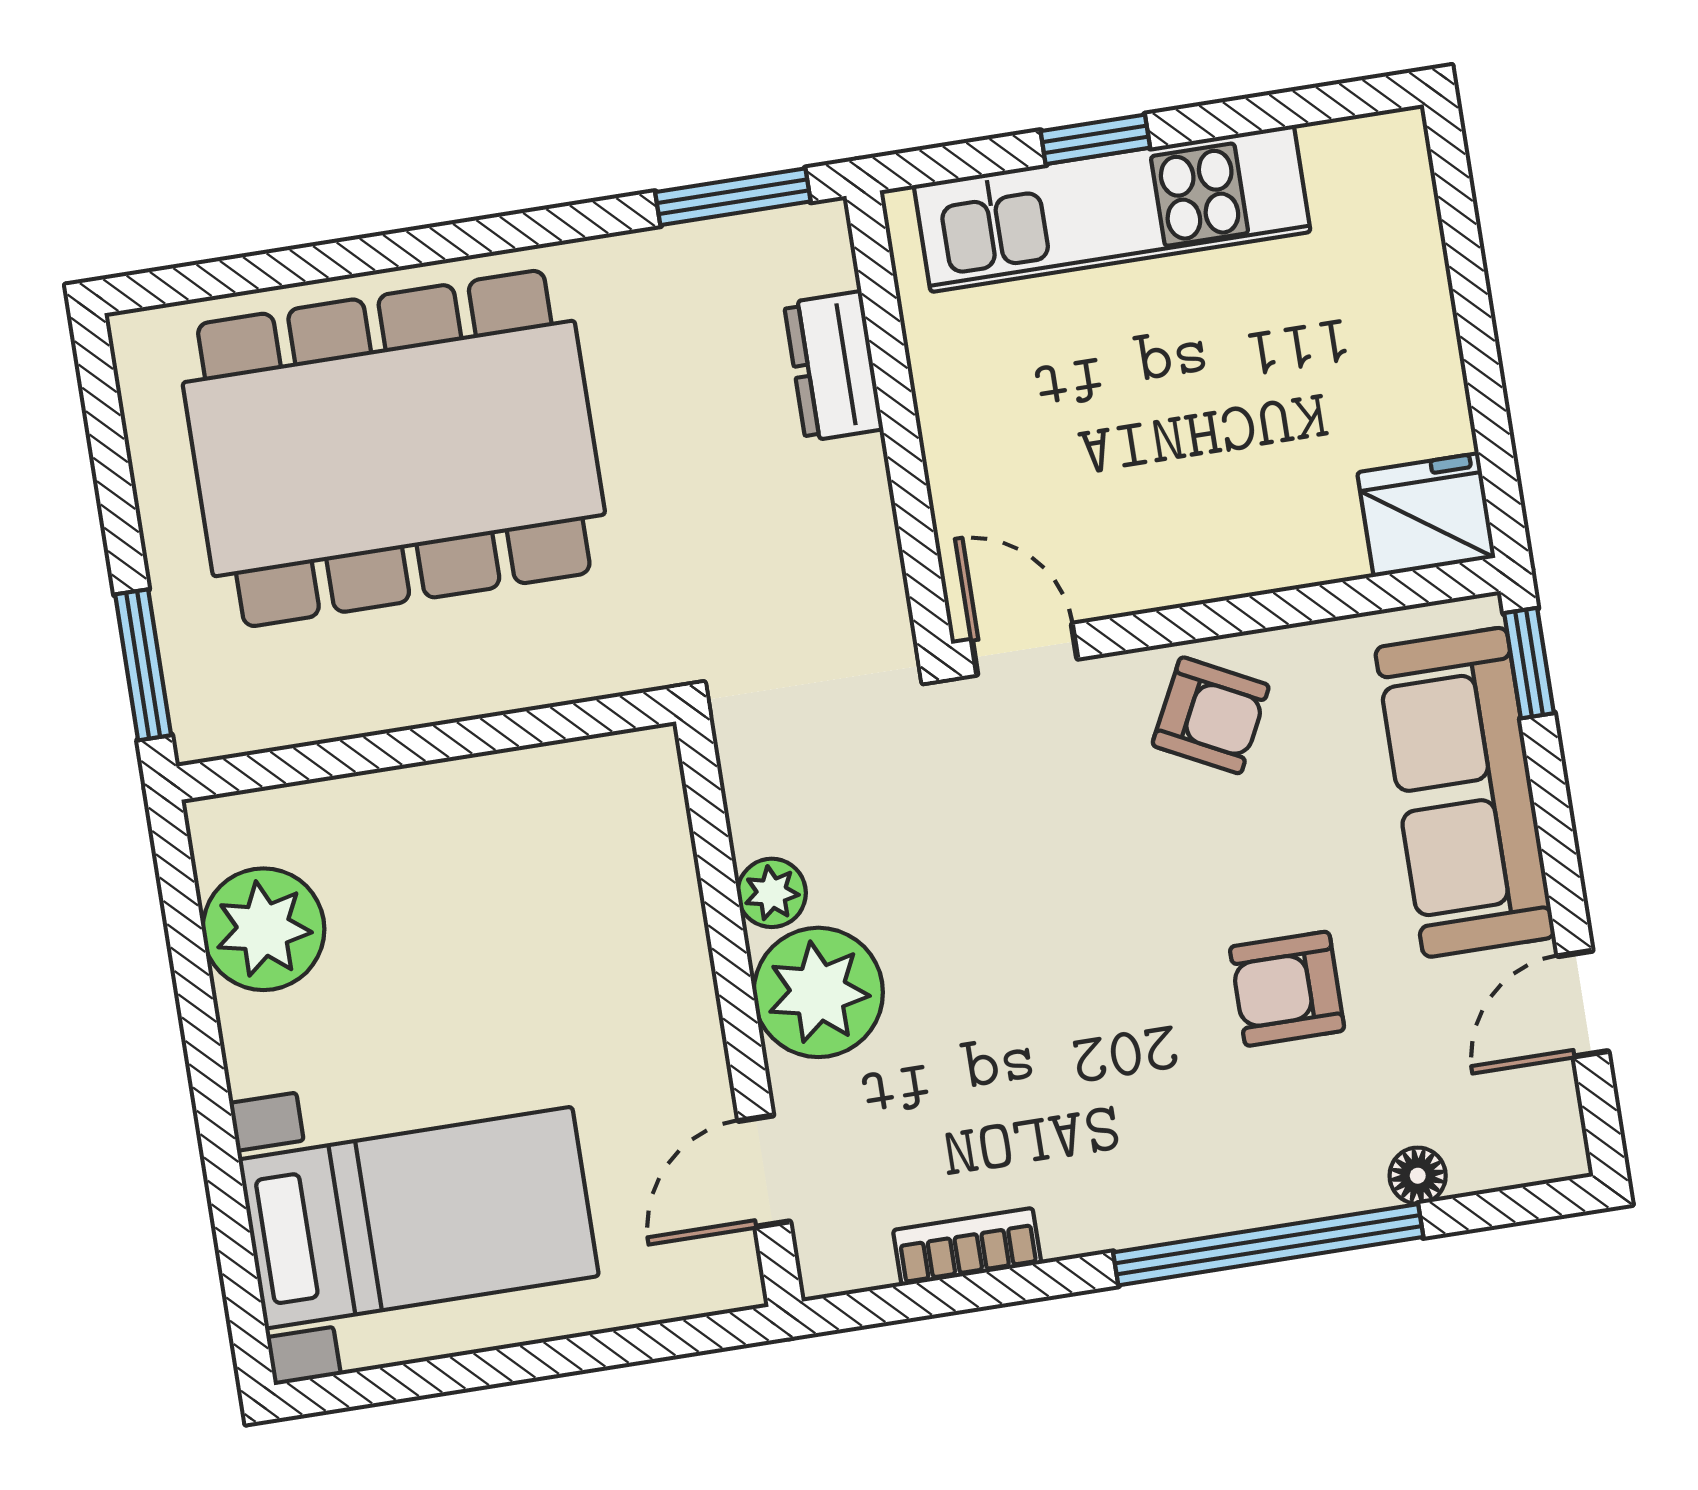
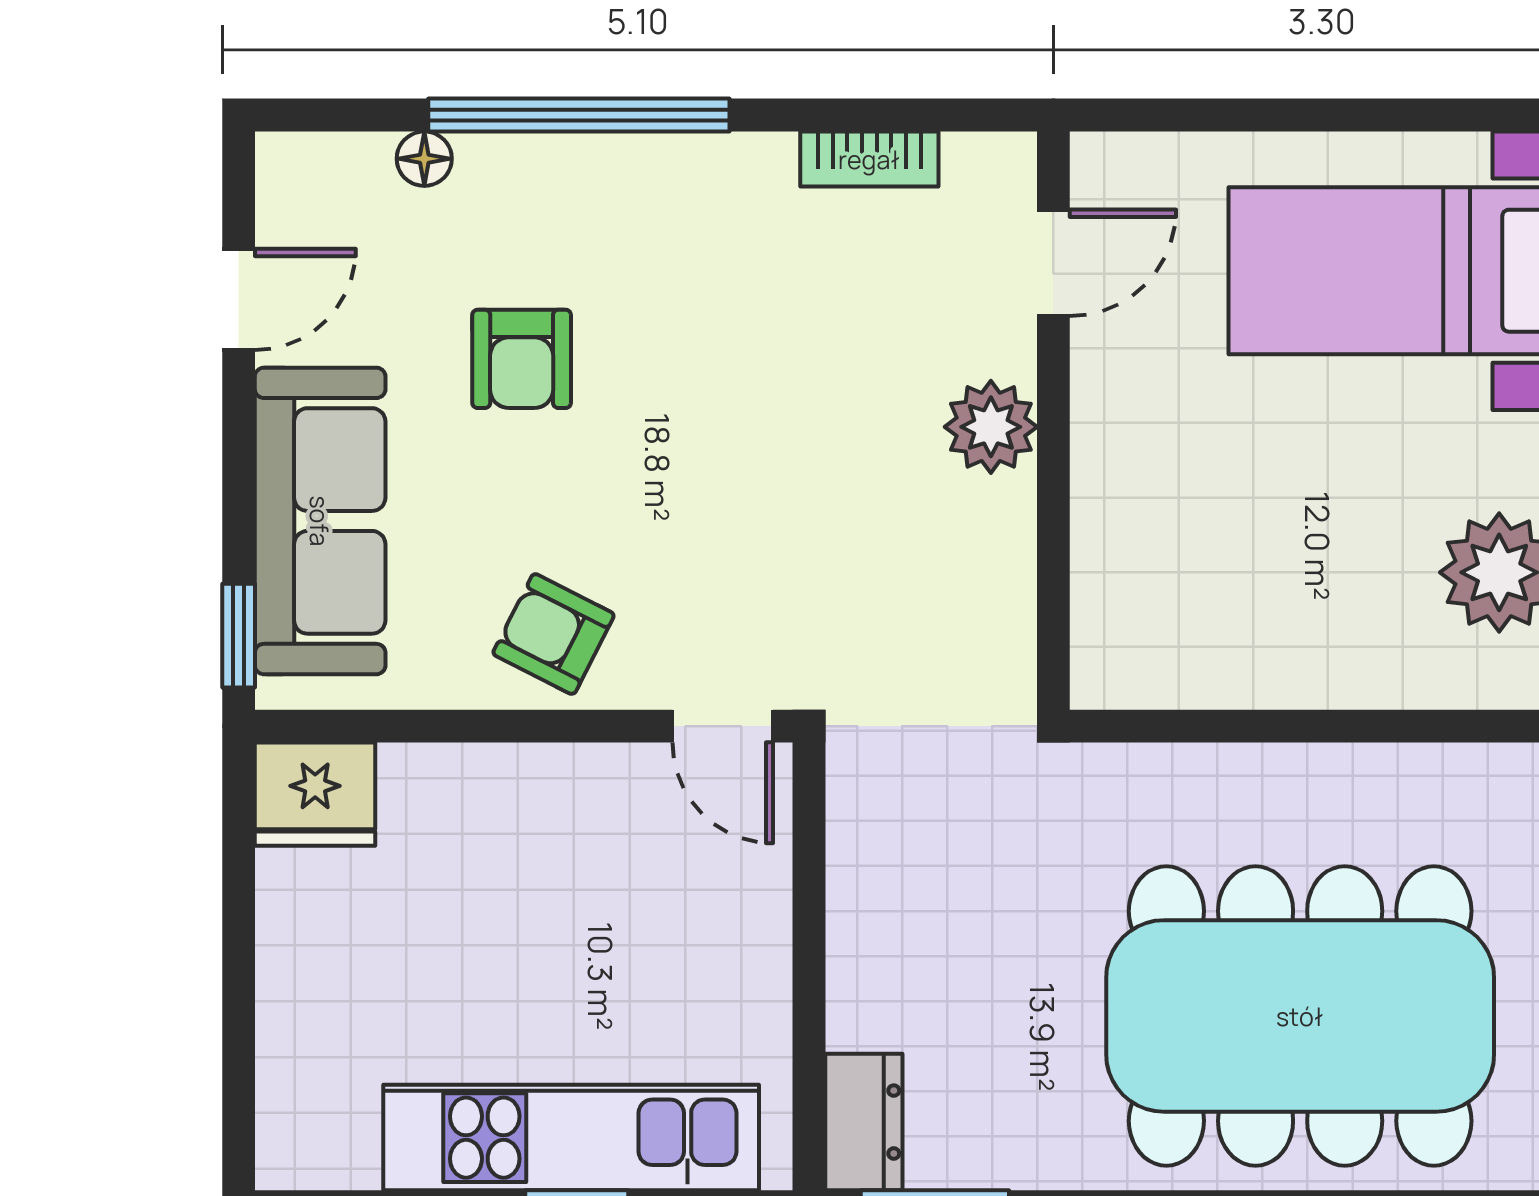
dresser: (834, 366) -> (864, 1122), moved
plant: (772, 893) -> (1004, 530), removed
armchair: (1287, 989) -> (522, 359), turned 90
plant: (818, 992) -> (991, 427), width x0.73, depth x0.73

